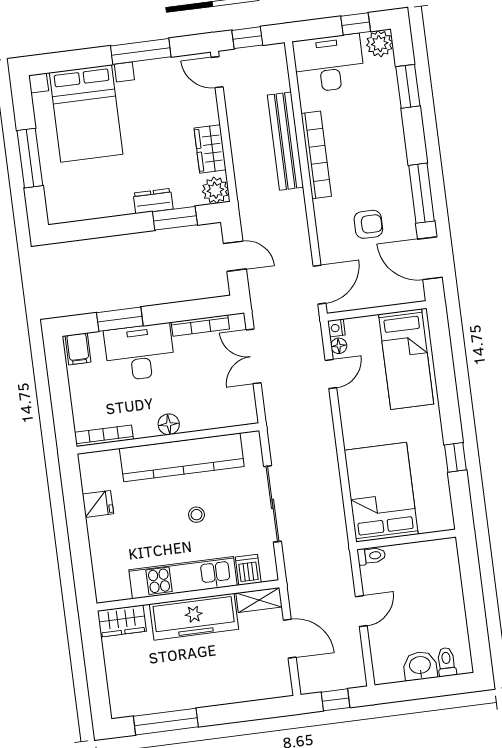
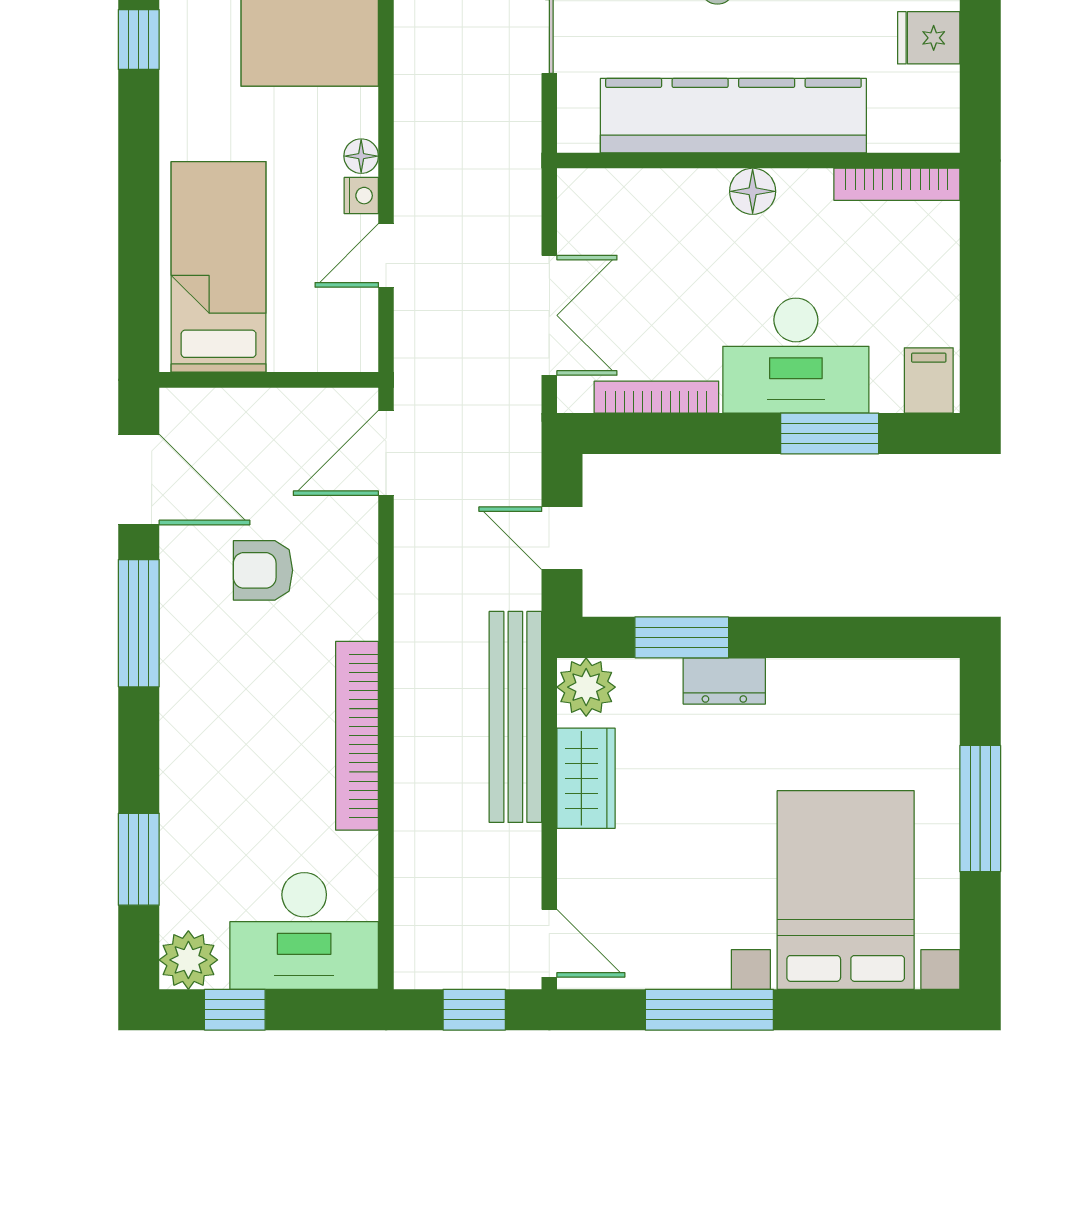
bench: (285, 141) -> (515, 717), moved
nightstand: (336, 328) -> (361, 196), moved
floor lamp: (339, 346) -> (361, 156), moved

